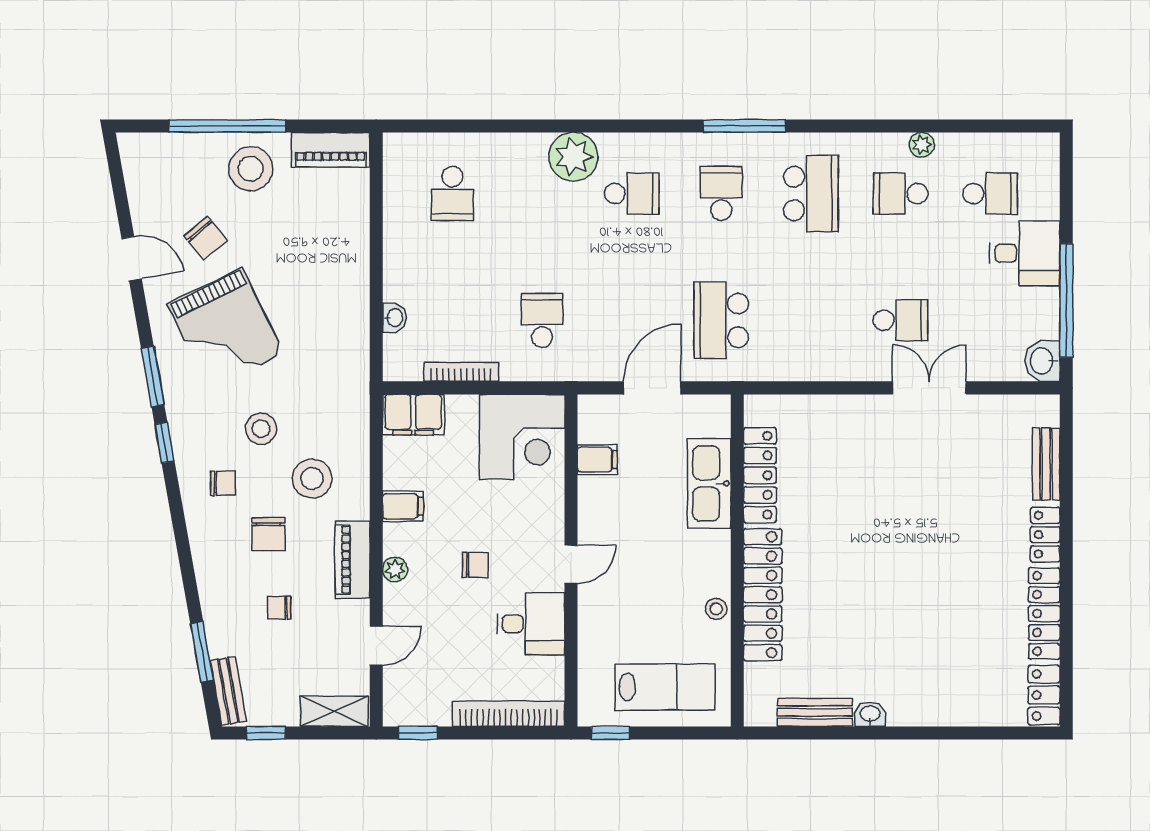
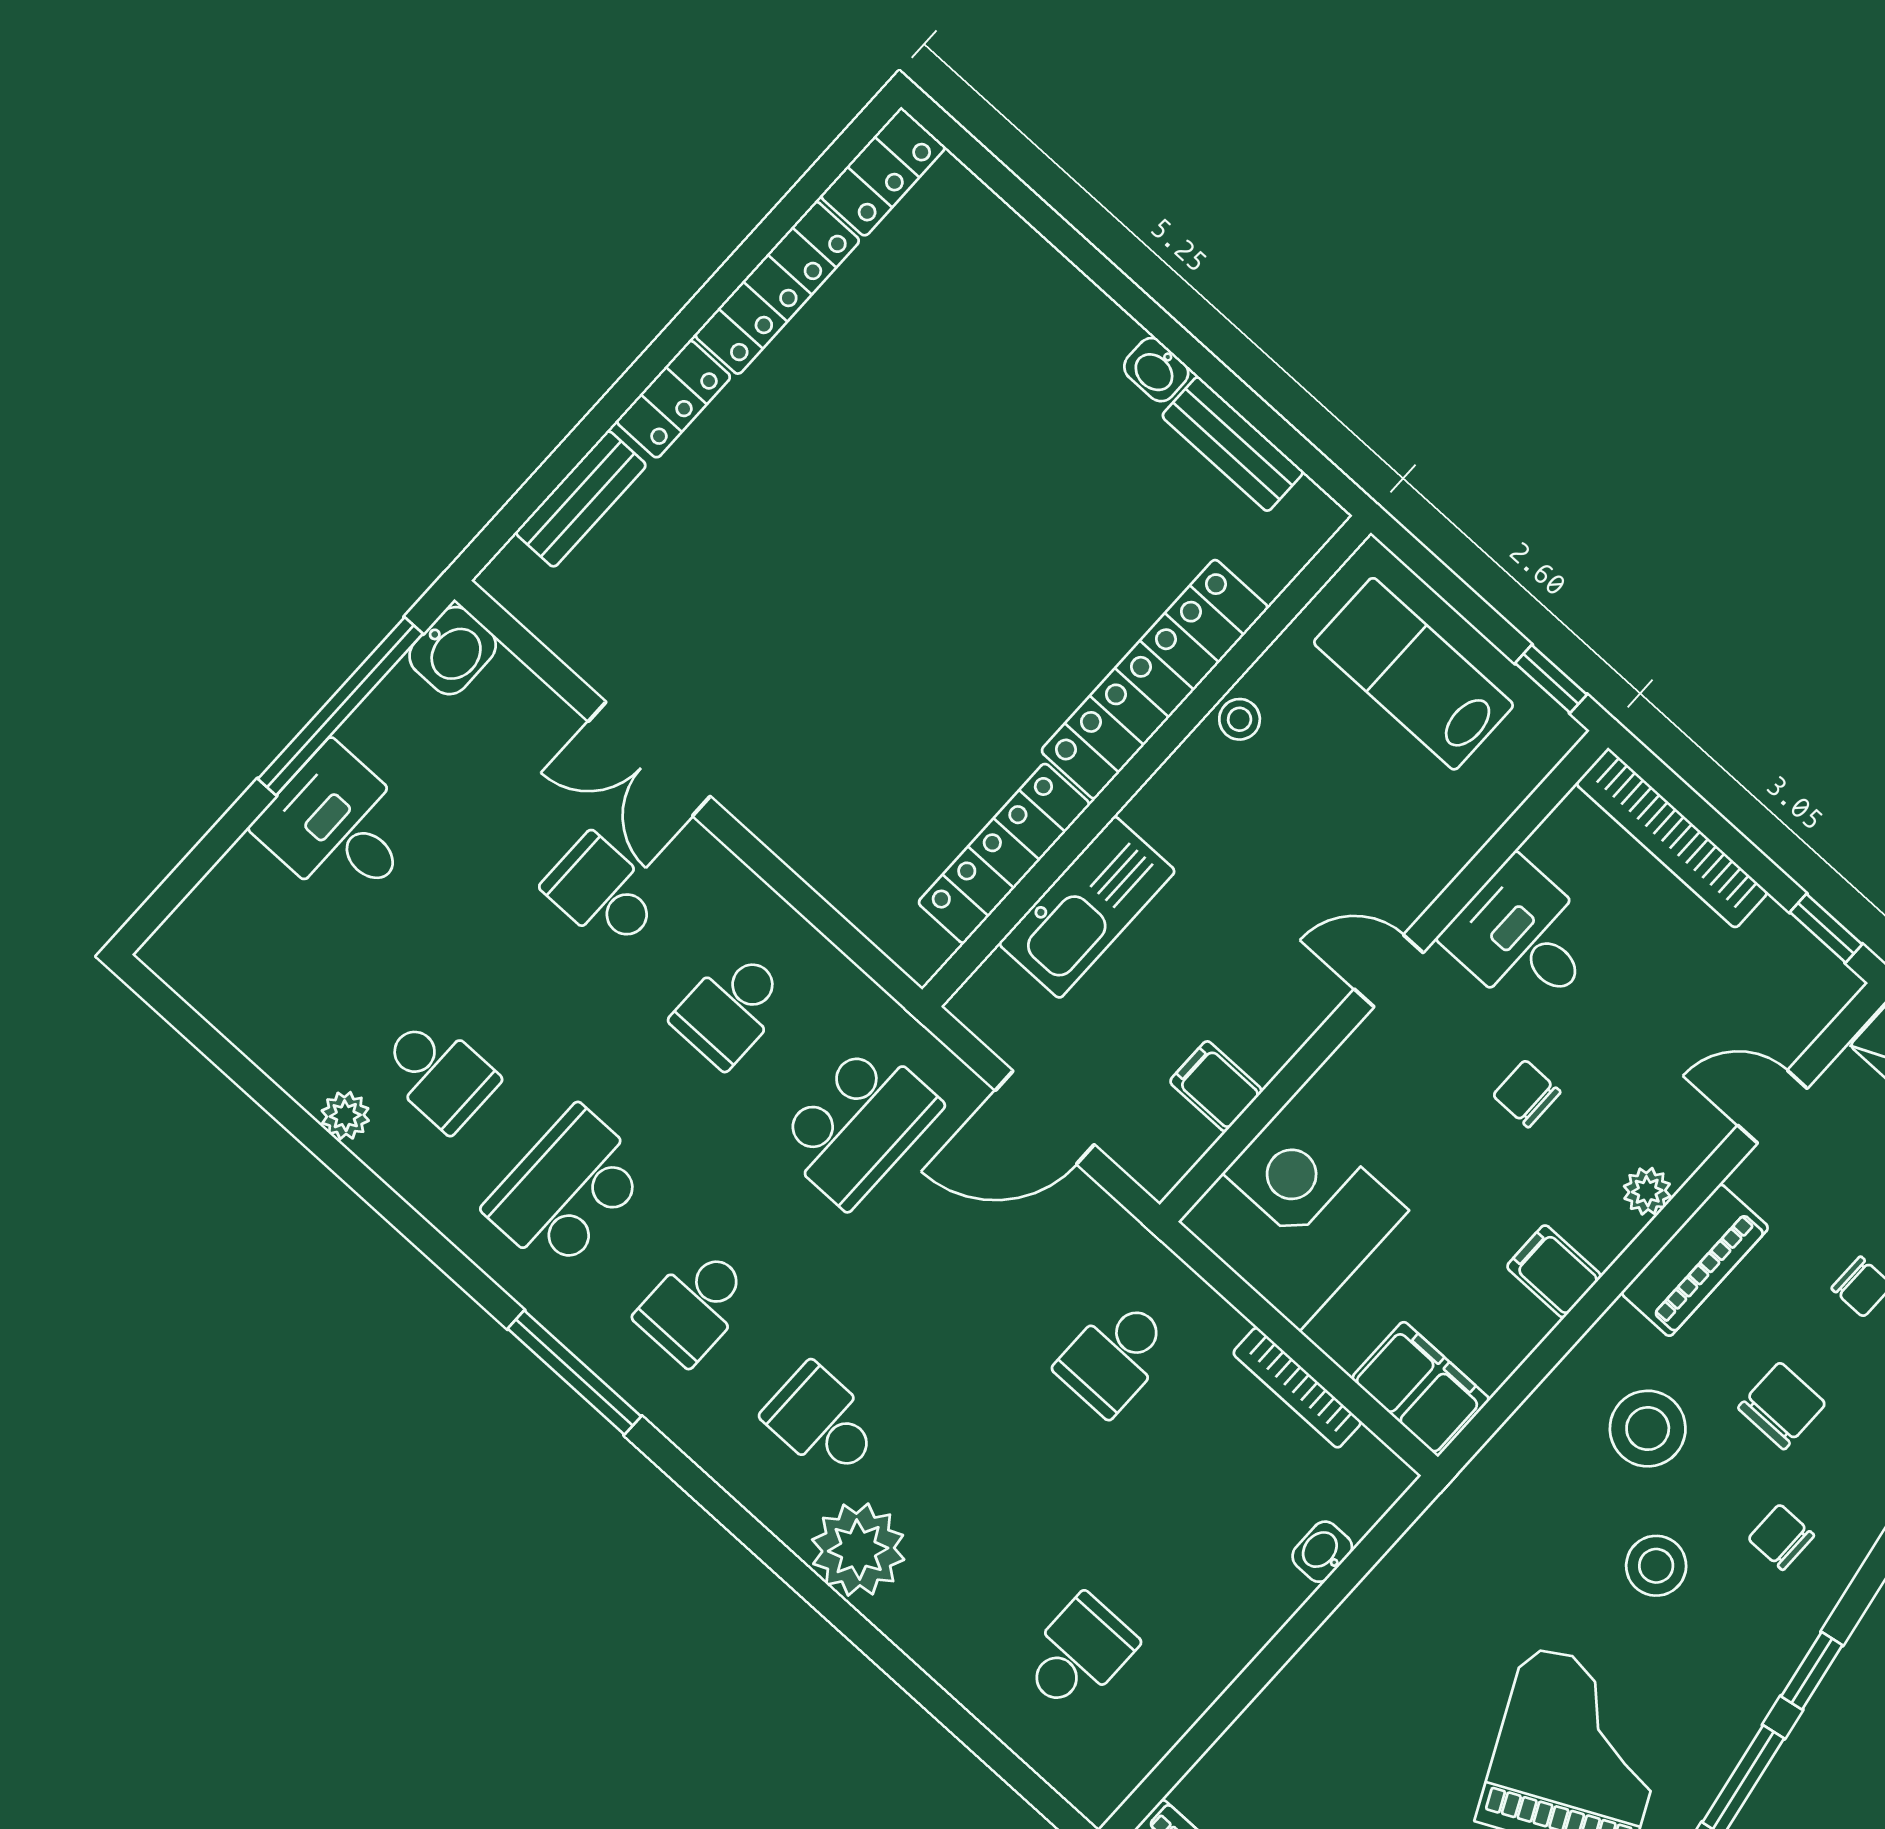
school desk: (990, 193) -> (731, 1009), moved, turned -90

